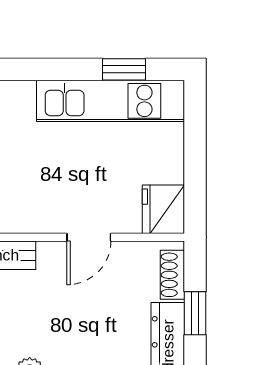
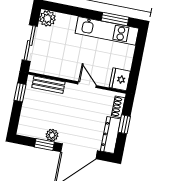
window: (124, 69) -> (115, 19), width x1.50
door: (89, 237) -> (87, 85), swing flipped

